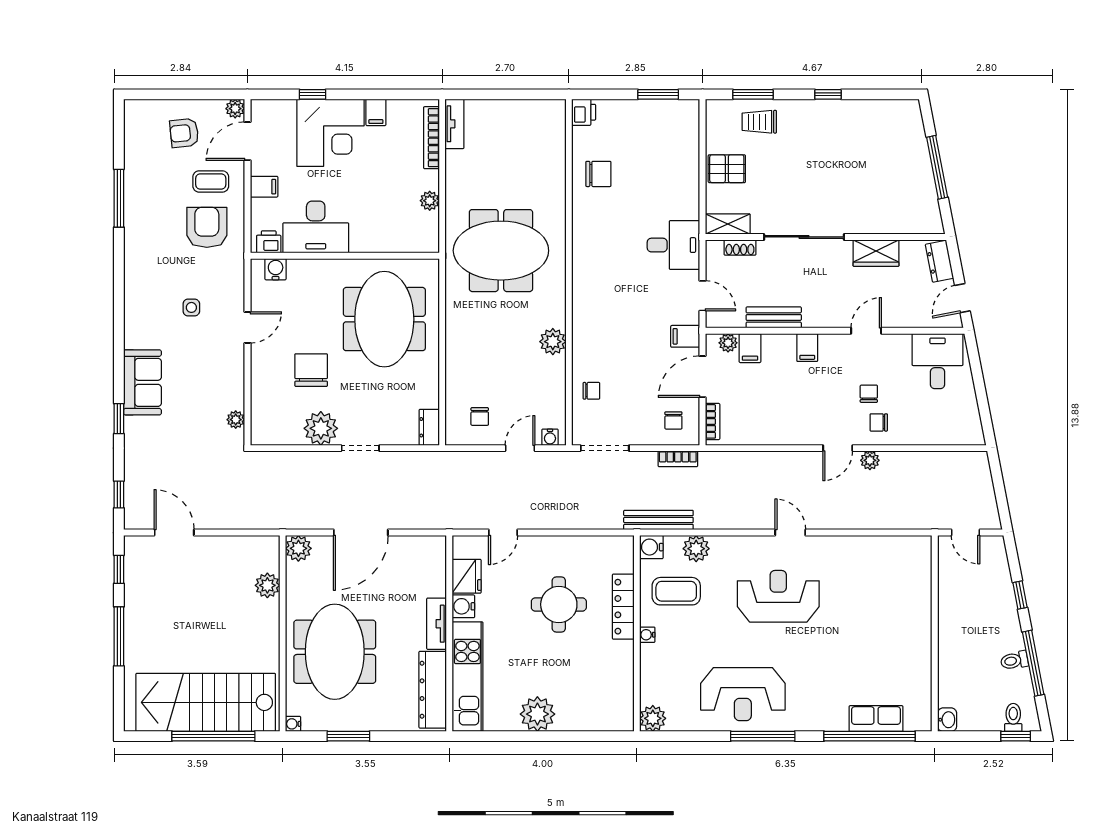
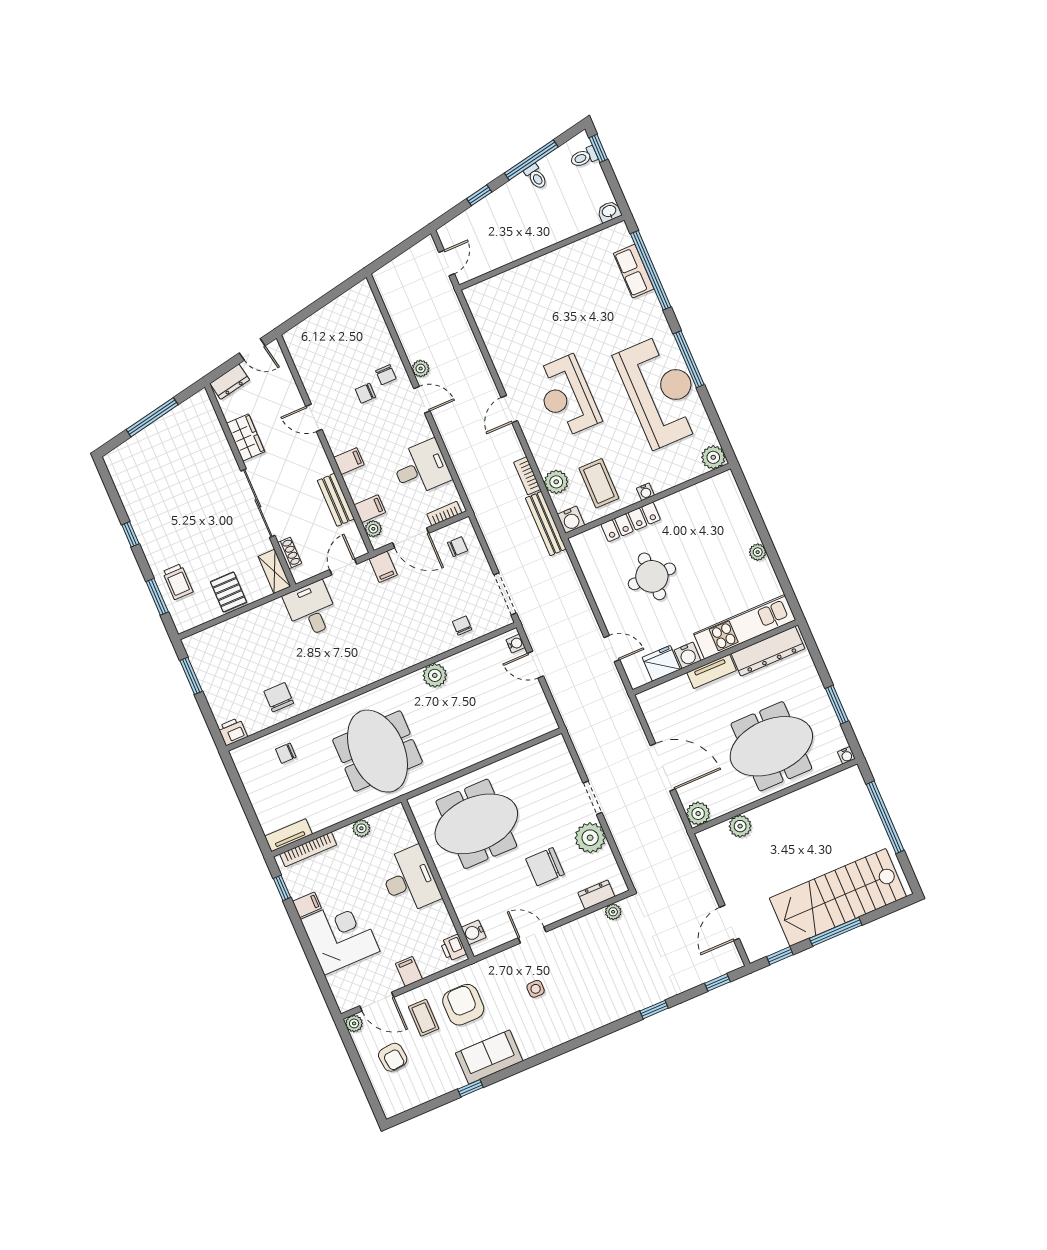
window: (312, 94) -> (282, 888), moved
window: (119, 198) -> (470, 1088), width x0.46
armchair: (207, 227) -> (463, 1005), turned 90
desk: (316, 227) -> (410, 880), moved
desk: (938, 361) -> (421, 468), moved, turned 180
sofa: (142, 382) -> (489, 1057), moved
chair: (480, 416) -> (286, 753), moved, turned 180
dresser: (429, 427) -> (596, 895), moved, turned 180
bookcase: (678, 459) -> (527, 476), moved, turned 180
reception desk: (743, 694) -> (661, 391), width x1.36, depth x1.30
stairs: (206, 702) -> (838, 897), moved, turned 90
plant: (537, 714) -> (758, 552), width x0.53, depth x0.53

